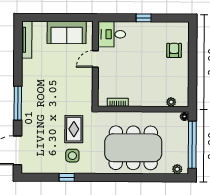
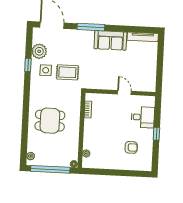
sofa: (67, 32) -> (110, 40), moved, turned -90
desk: (112, 34) -> (143, 117), moved, turned 90
armchair: (174, 50) -> (131, 147), moved
dining table: (133, 148) -> (50, 121), width x0.53, depth x0.80
plant: (50, 164) -> (39, 51), added

